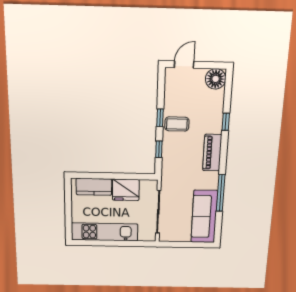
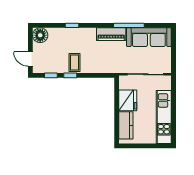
window: (159, 149) -> (51, 75), moved
piano: (212, 153) -> (111, 34), moved

